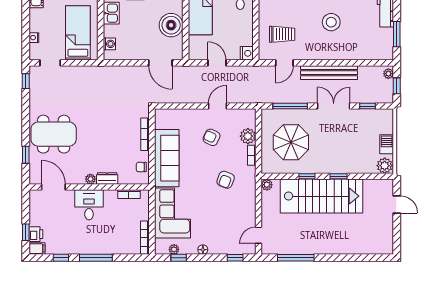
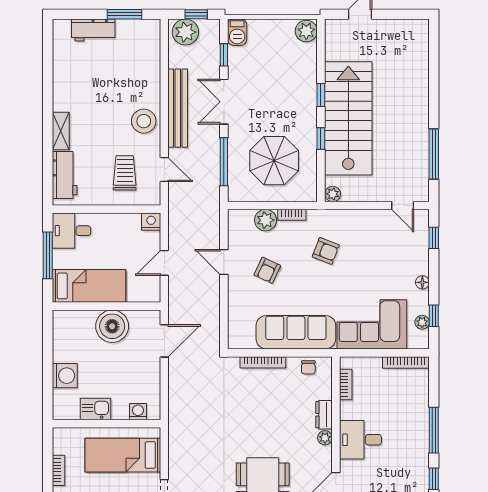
stool: (331, 22) -> (144, 121), moved
plant: (388, 74) -> (185, 32), width x1.88, depth x1.88
barbecue: (387, 144) -> (237, 32), moved, turned -90

